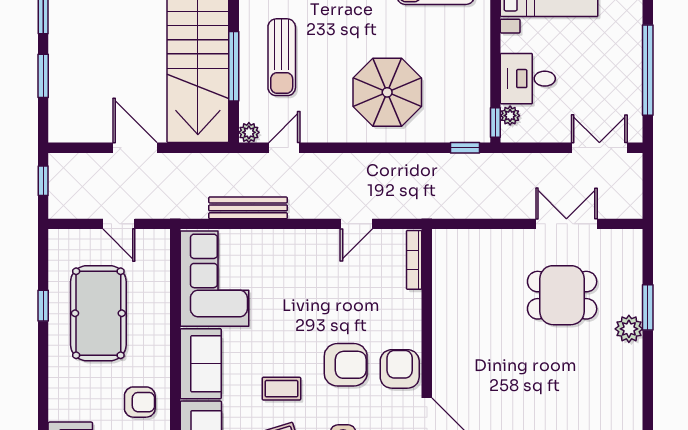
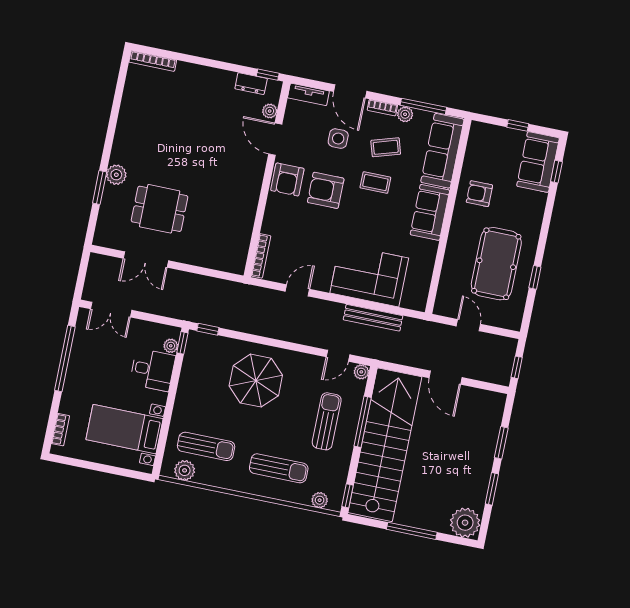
corner sofa: (214, 279) -> (369, 275), moved, turned 90

